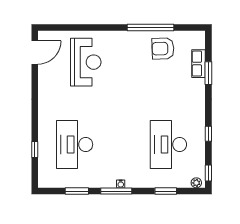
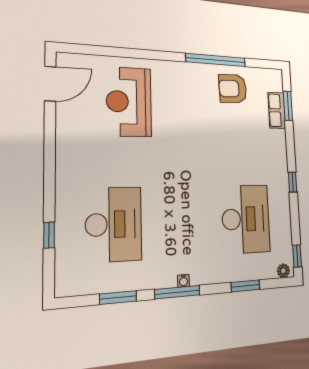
reception desk: (86, 62) -> (129, 102), turned 180
window: (208, 73) -> (288, 106), moved
window: (208, 134) -> (293, 182), moved
desk: (75, 144) -> (114, 224), turned 180
desk: (168, 144) -> (246, 219), turned 180

